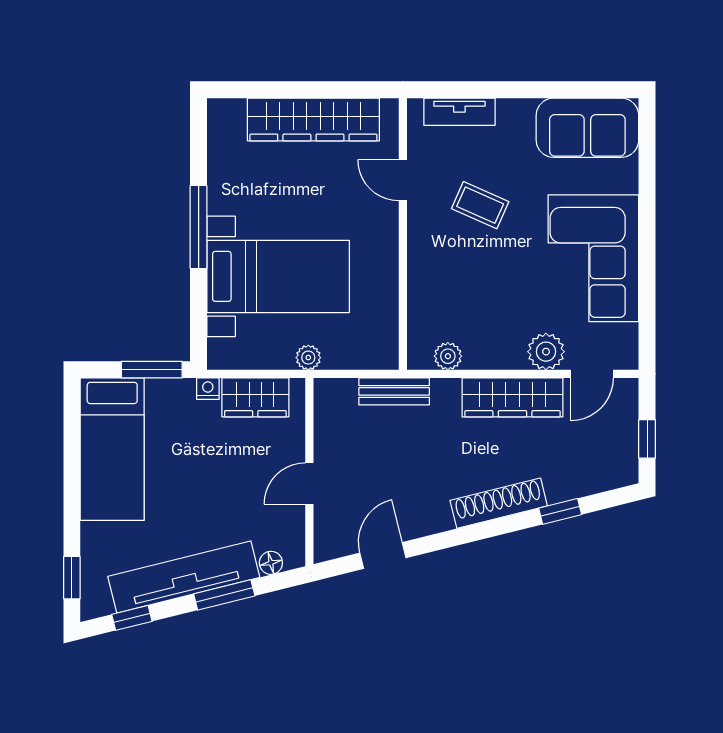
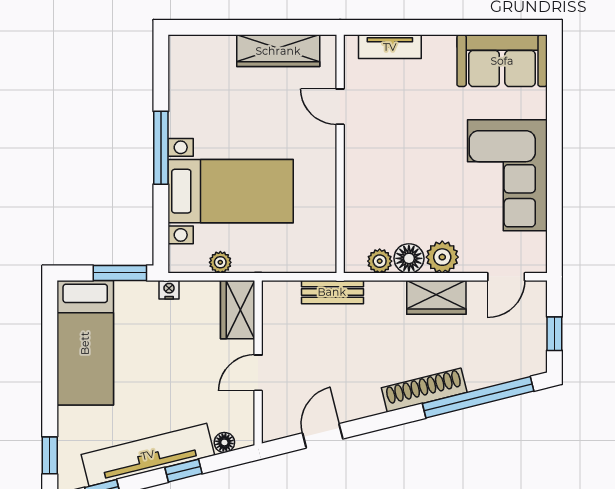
wardrobe: (313, 119) -> (278, 51), width x0.71, depth x0.85
coffee table: (480, 205) -> (408, 129), removed
plant: (546, 352) -> (442, 257), moved
floor lamp: (481, 353) -> (409, 258), added
plant: (308, 358) -> (220, 262), moved
wardrobe: (255, 397) -> (238, 310), moved, turned 90
wardrobe: (512, 397) -> (436, 297), width x0.67
window: (560, 511) -> (478, 397), width x3.17
window: (224, 595) -> (183, 471), width x0.67

